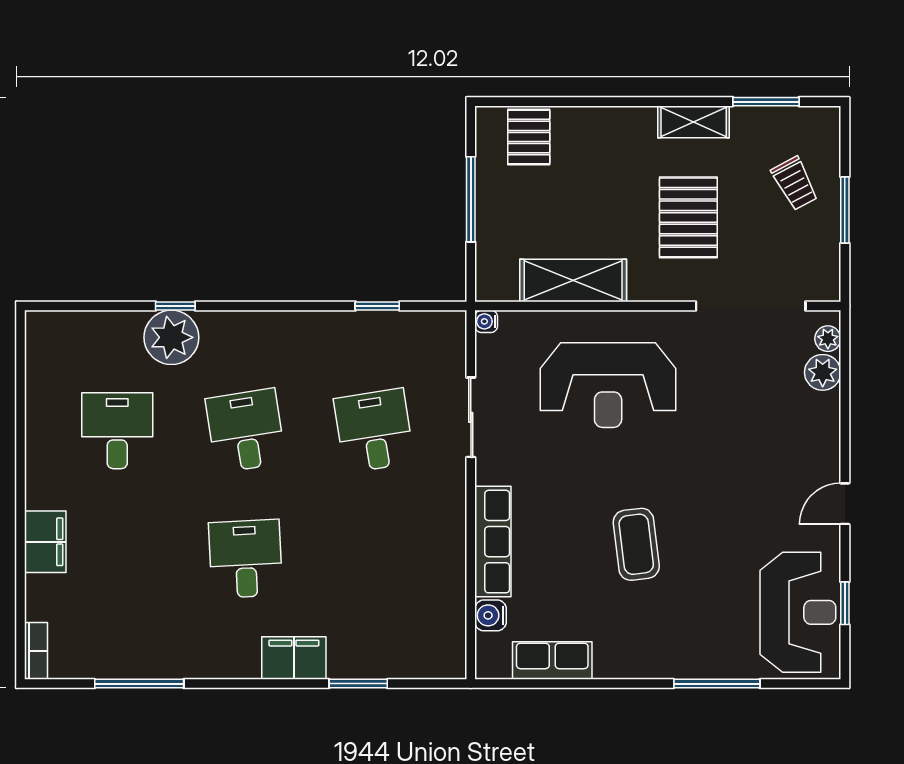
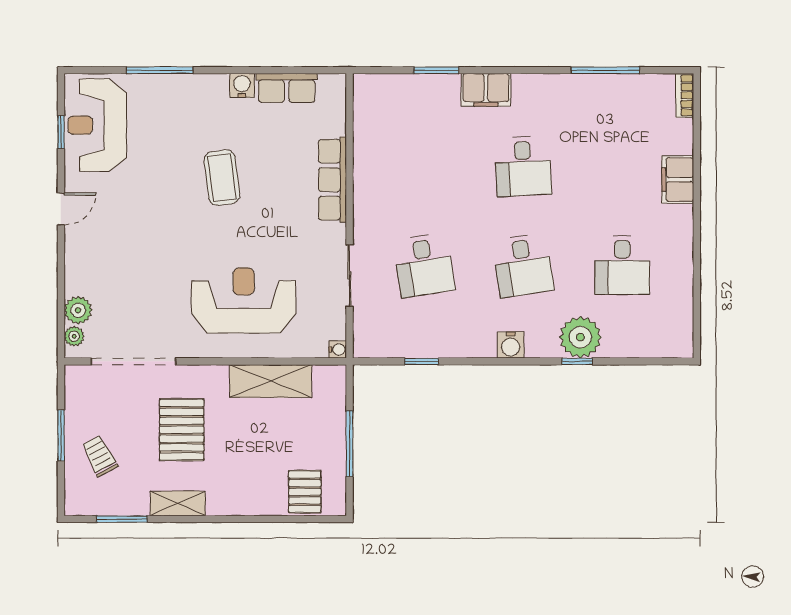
water cooler: (262, 327) -> (511, 345), added
water cooler: (491, 615) -> (242, 85), moved, turned -90

